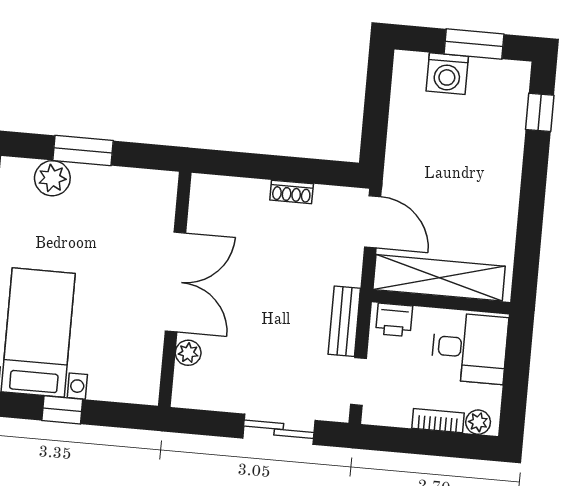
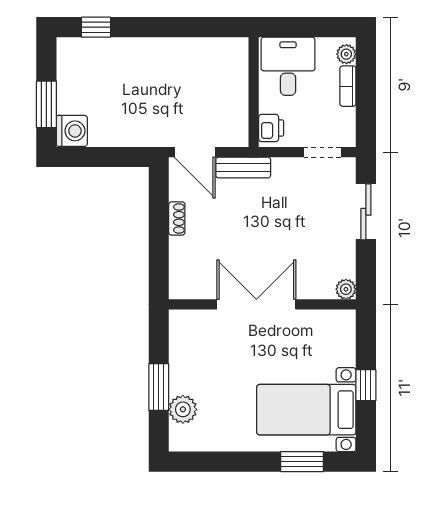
window: (474, 44) -> (46, 104), moved
washing machine: (447, 74) -> (72, 131), moved
door: (373, 222) -> (195, 152), swing flipped
shelving: (439, 278) -> (235, 95), removed
bench: (344, 321) -> (243, 167), moved
plant: (188, 353) -> (346, 289), moved

